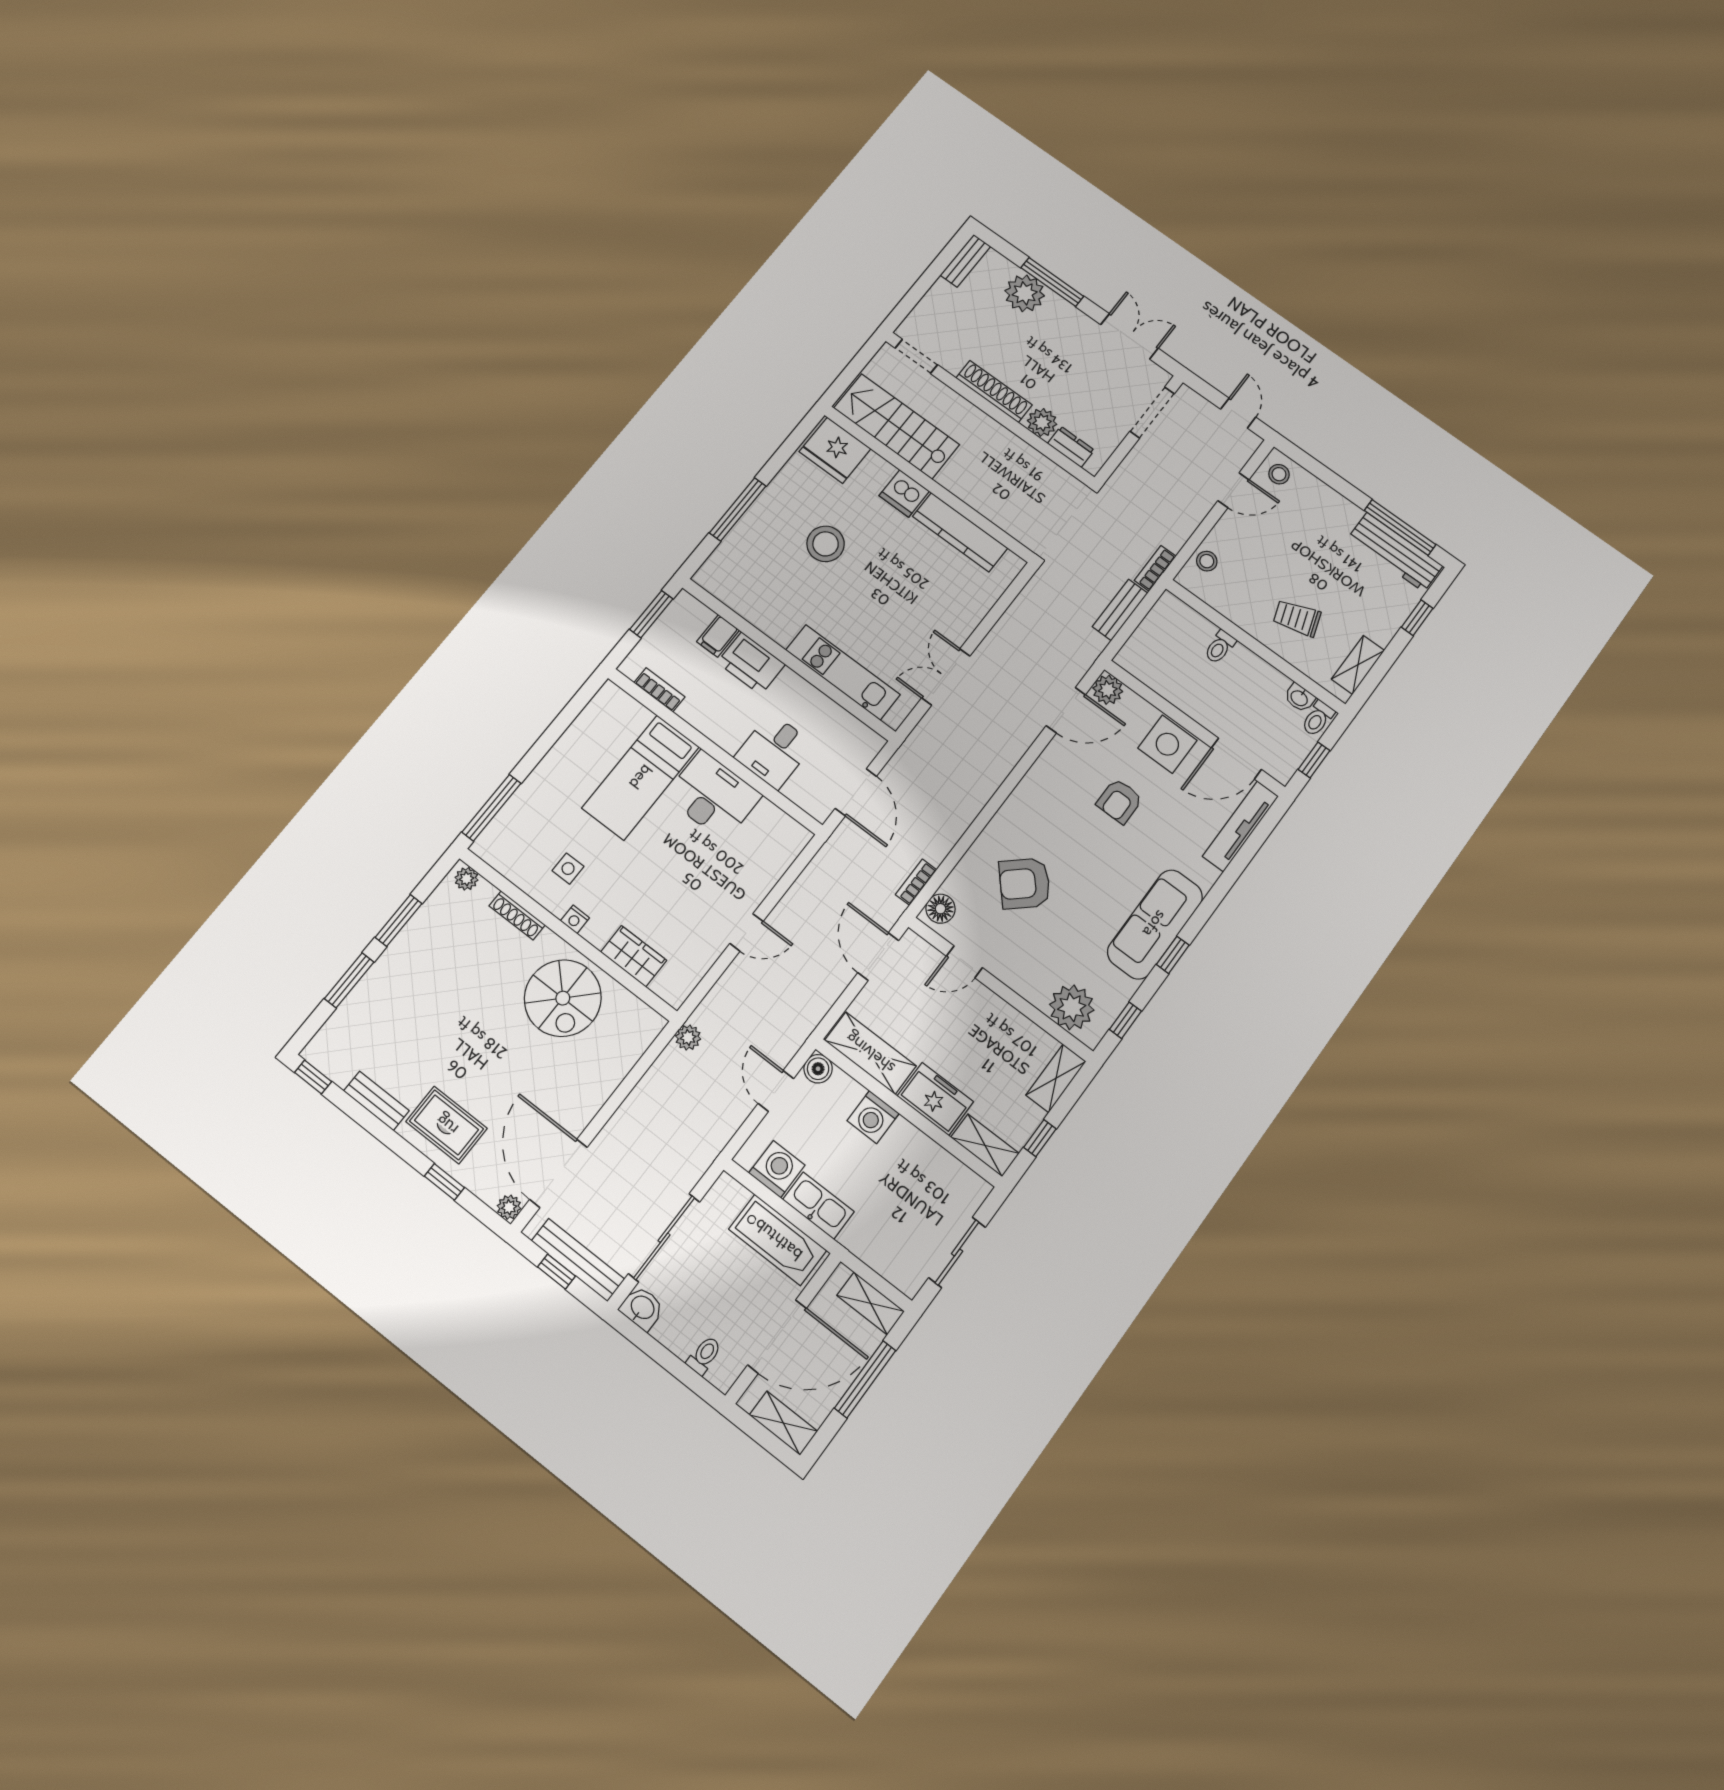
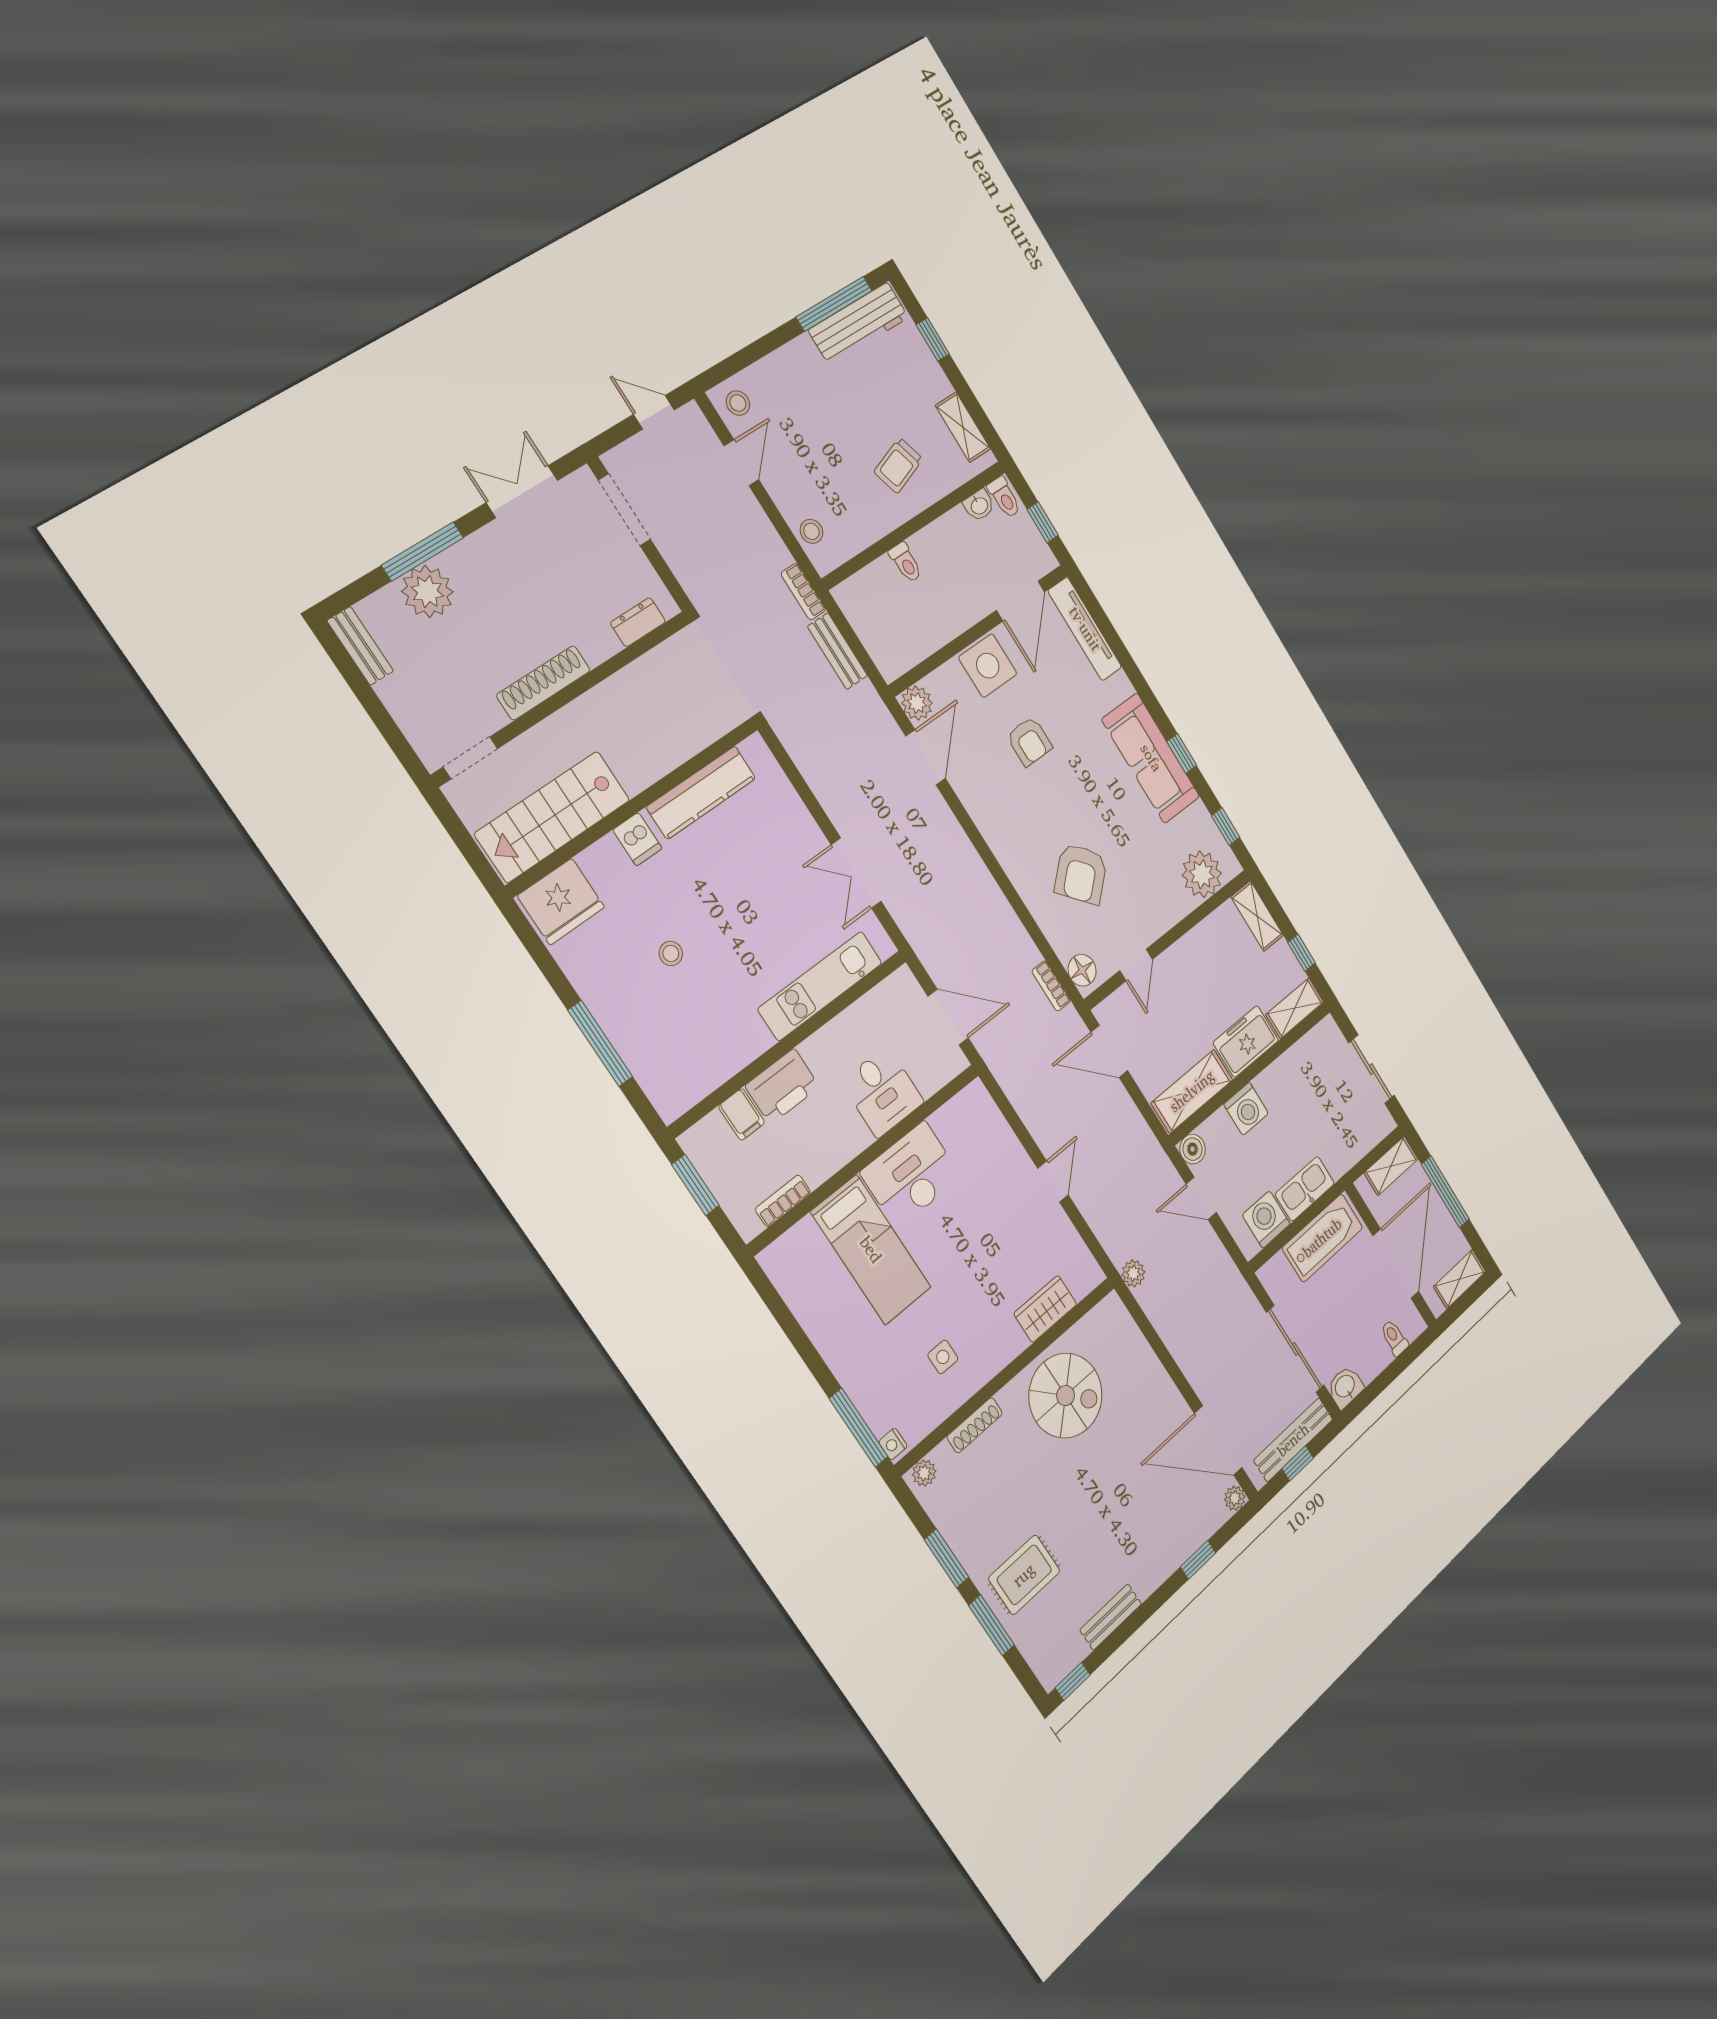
plant: (1042, 422) -> (599, 643), removed
dishwasher: (904, 493) -> (637, 839), width x0.73
stool: (826, 544) -> (671, 953), width x0.53, depth x0.53
nightstand: (575, 919) -> (893, 1444), moved, turned 90
rug: (447, 1125) -> (1024, 1575), moved

